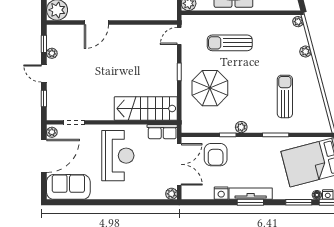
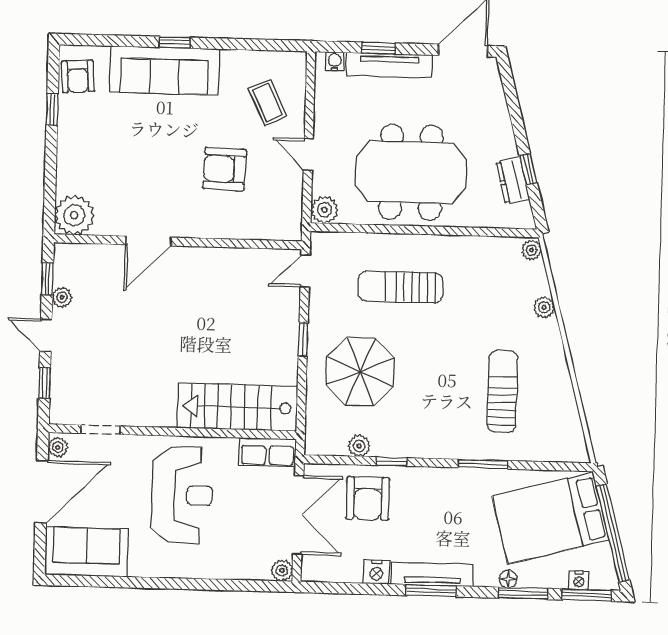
plant: (241, 127) -> (359, 446), moved
floor lamp: (317, 195) -> (508, 579), moved

